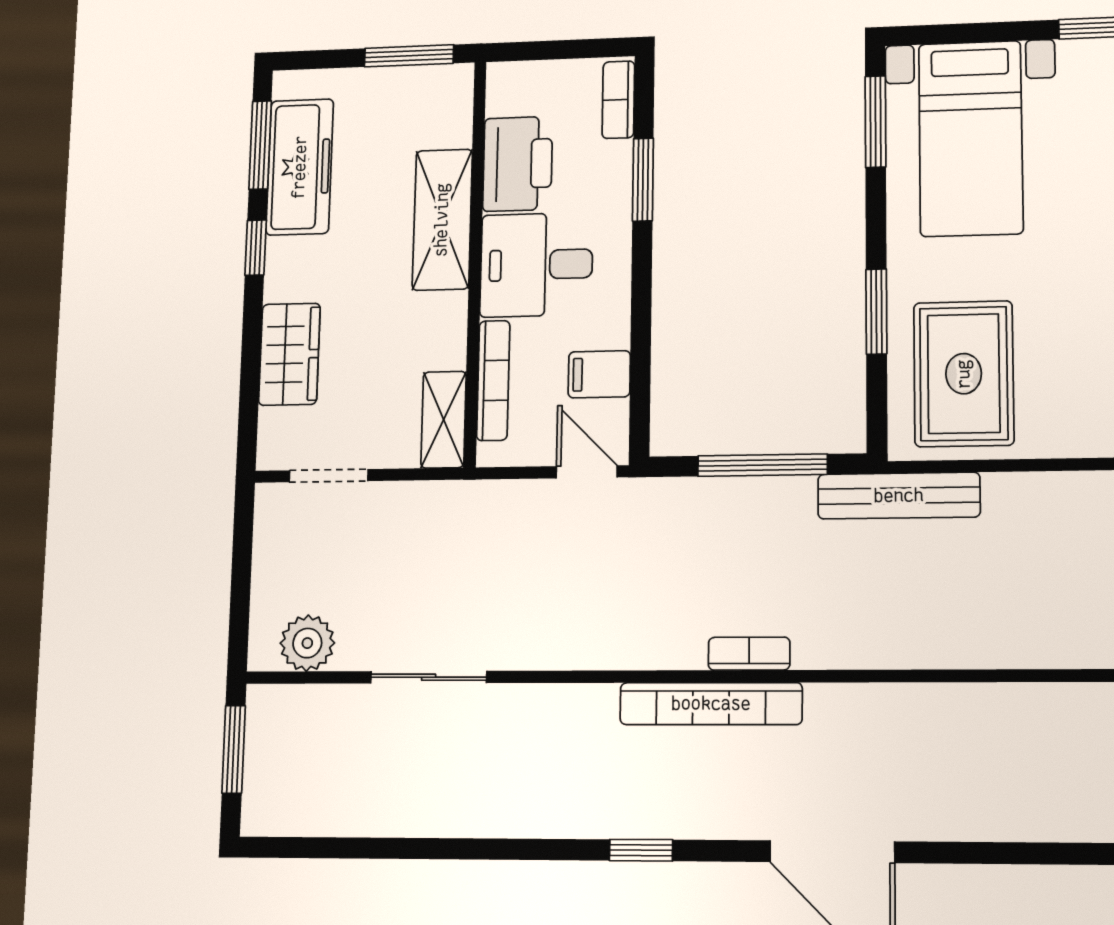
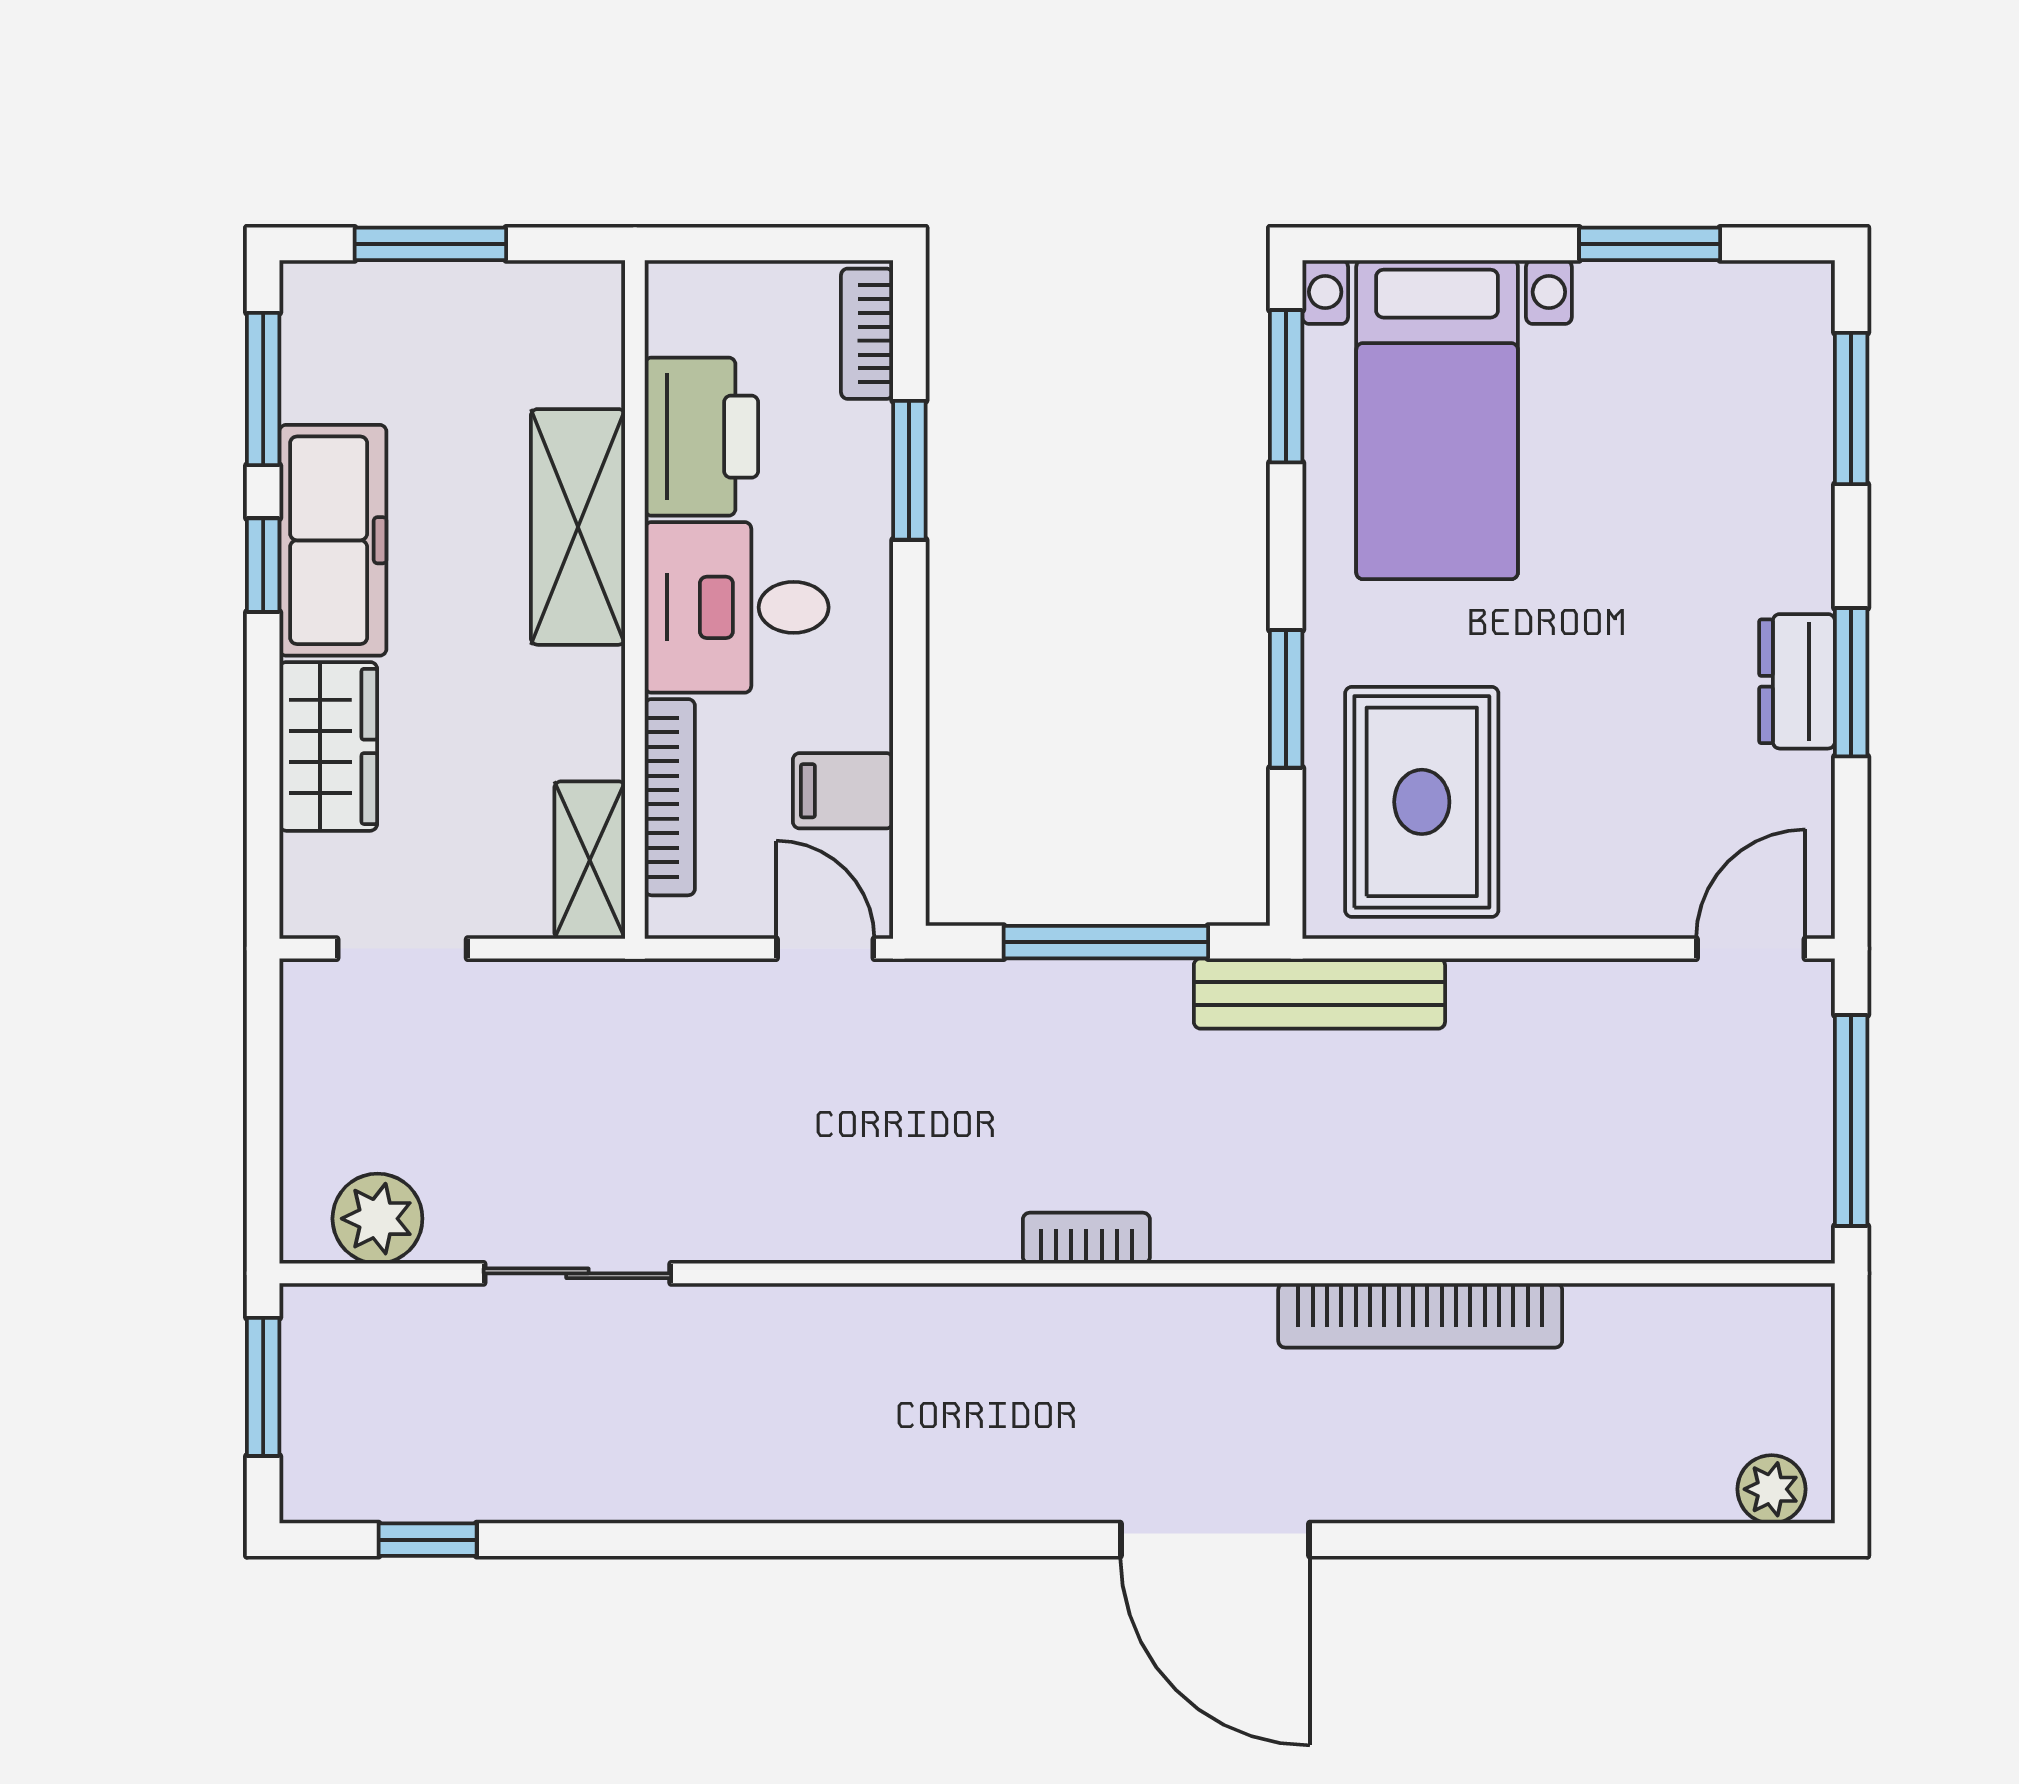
window: (409, 56) -> (430, 244), moved
freezer: (300, 167) -> (333, 540), moved
bookcase: (711, 704) -> (1420, 1315), moved
window: (641, 850) -> (428, 1540), moved

